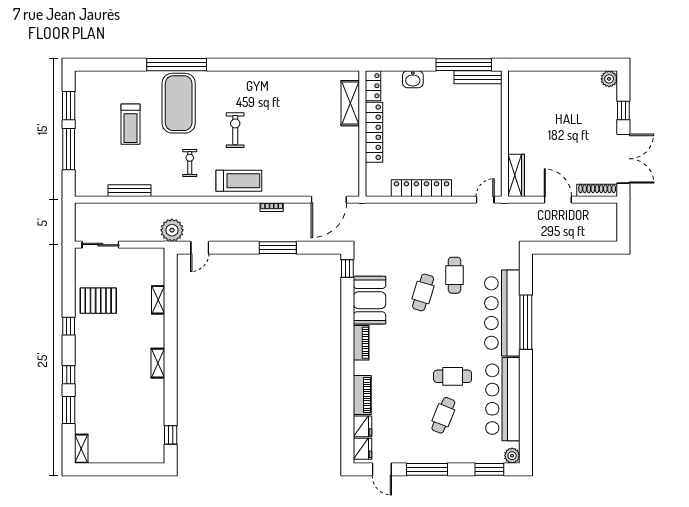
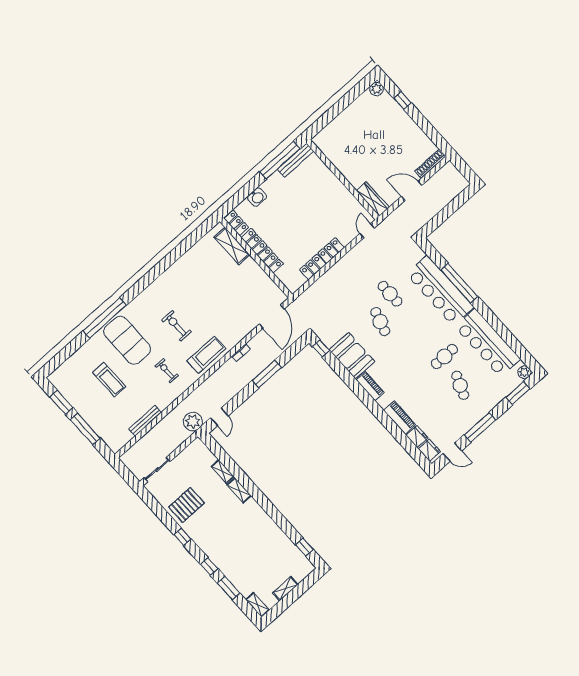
double door: (623, 159) -> (429, 130), removed
shelving: (158, 363) -> (239, 490), moved
shelving: (119, 457) -> (285, 589), added

